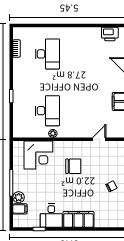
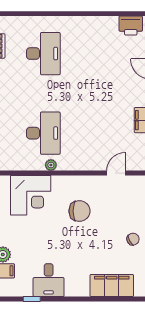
filing cabinet: (78, 219) -> (112, 286), moved

